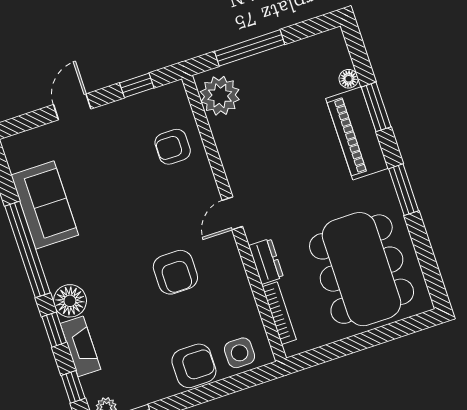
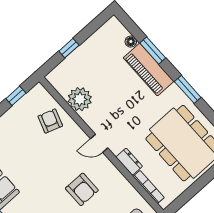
window: (250, 48) -> (69, 48), width x0.46
plant: (220, 96) -> (80, 99), moved
armchair: (173, 147) -> (50, 121), turned 109
door: (232, 213) -> (99, 143), hinge flipped

